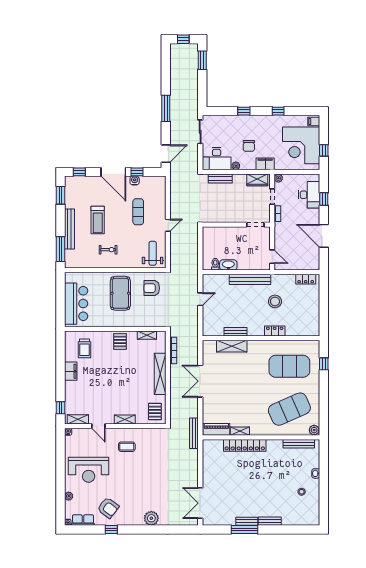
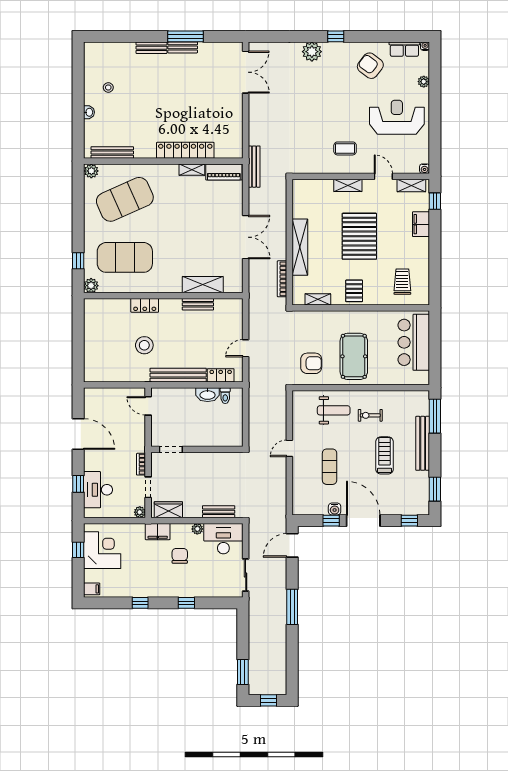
corner desk: (301, 145) -> (102, 550), width x0.74, depth x0.74
weight bench: (153, 253) -> (334, 410), moved, turned -90
locker: (306, 279) -> (221, 375), moved
plant: (314, 346) -> (91, 286), added
filing cabinet: (71, 371) -> (421, 224), moved
pallet: (155, 412) -> (359, 236), moved, width x2.05, depth x2.00
window: (111, 529) -> (336, 36), moved

